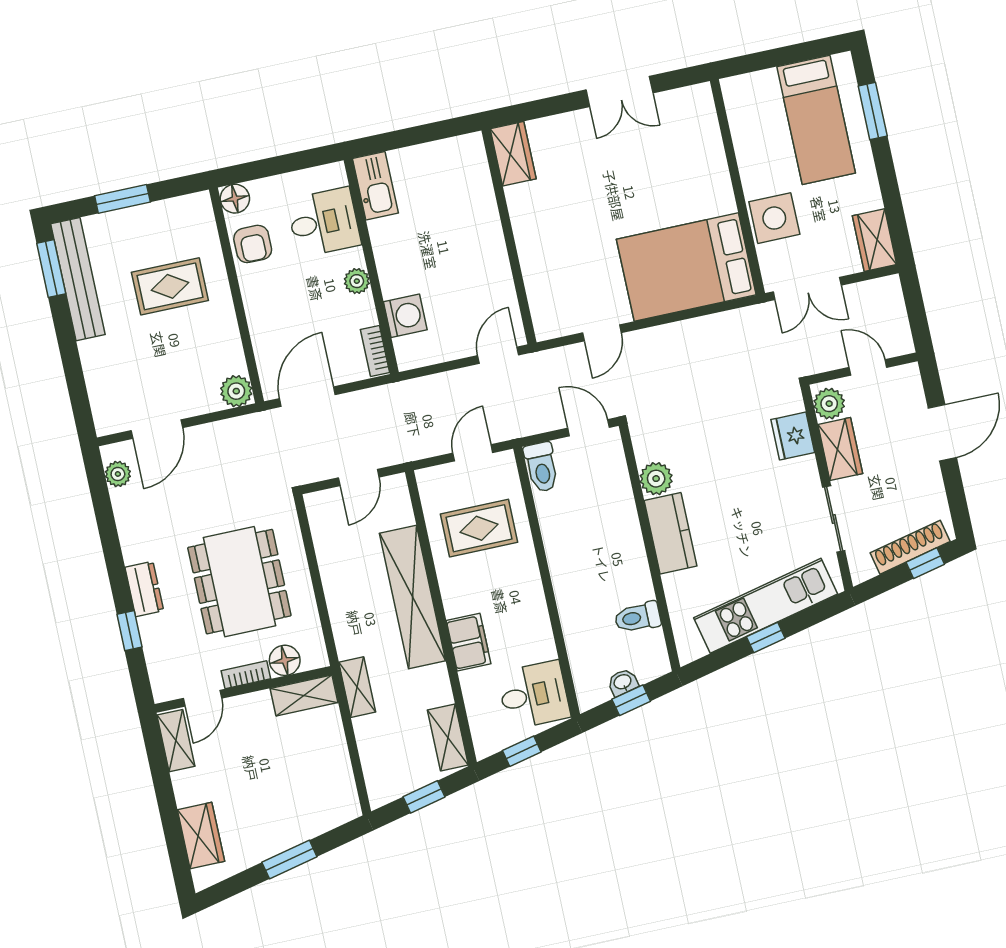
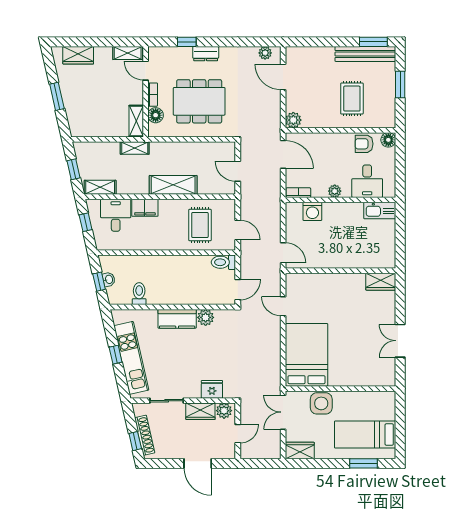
shelving: (413, 597) -> (173, 185), width x0.68
desk: (534, 695) -> (116, 215), moved, turned 180

